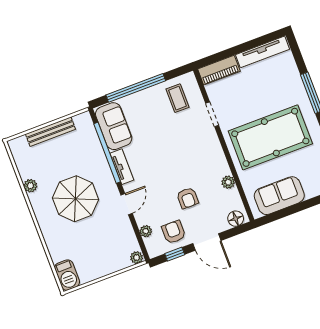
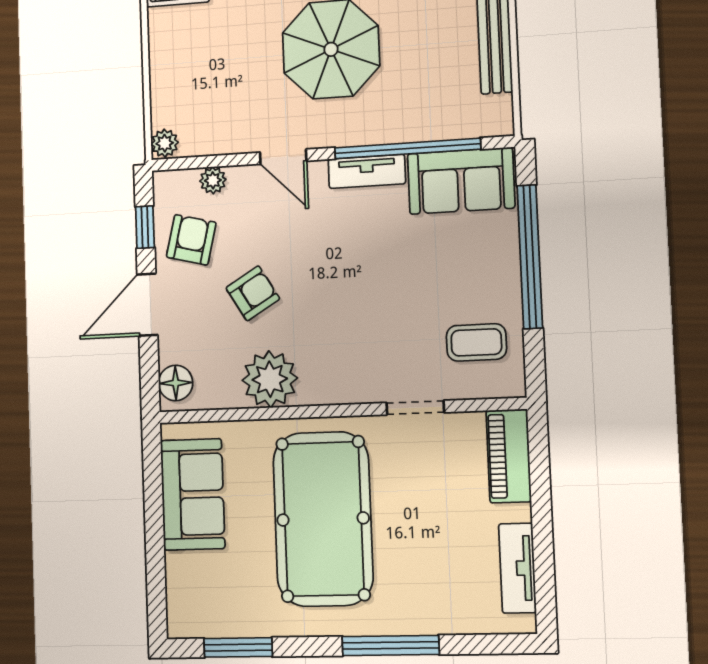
tv unit: (262, 52) -> (517, 568), width x0.71
plant: (228, 182) -> (270, 379), width x1.88, depth x1.88
armchair: (188, 198) -> (253, 293), turned 149
armchair: (174, 232) -> (191, 240), turned -76

